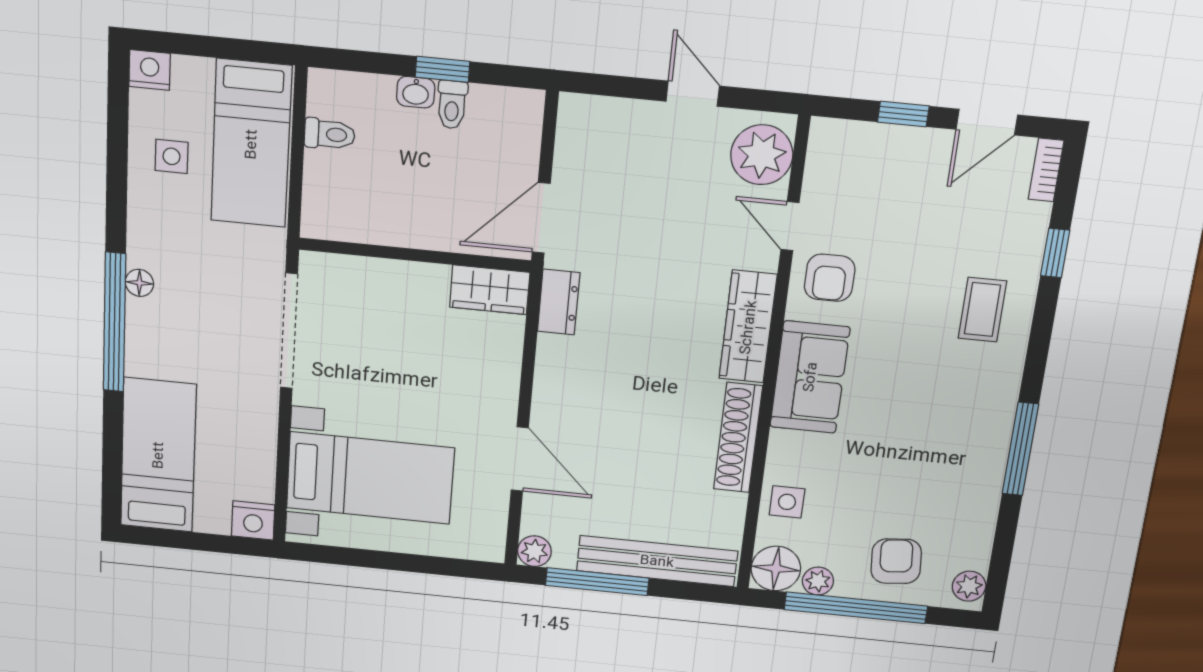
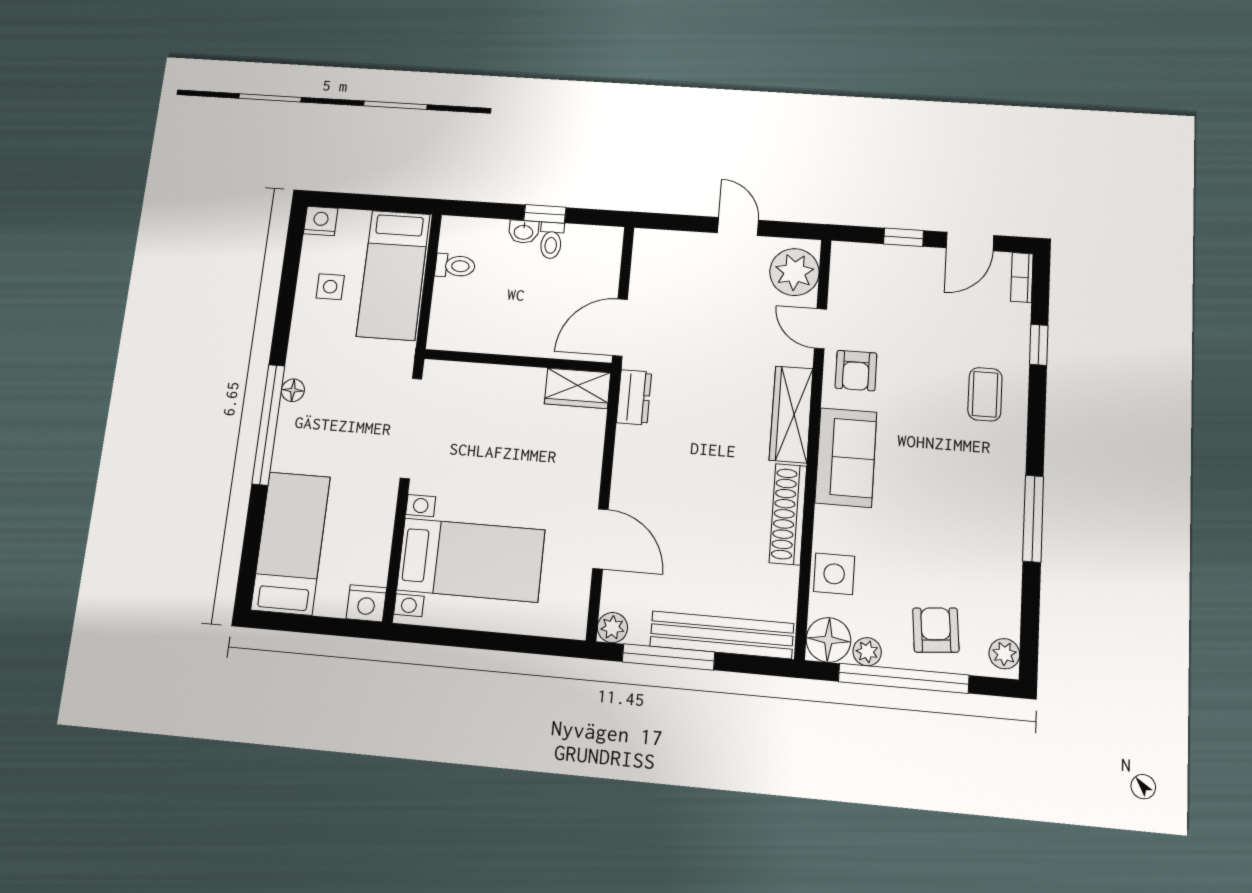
side table: (787, 502) -> (834, 574), width x1.37, depth x1.37

